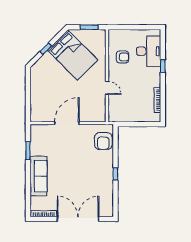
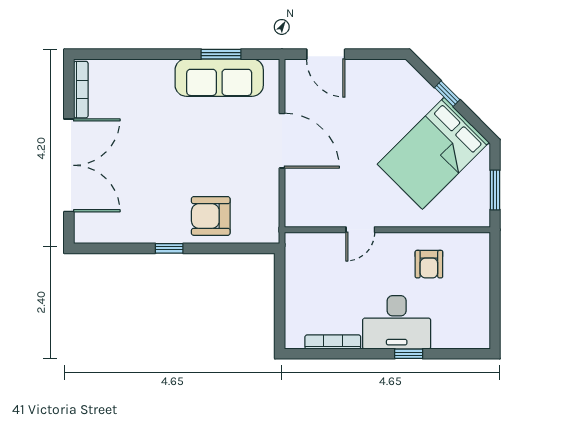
desk: (149, 51) -> (397, 322), moved
door: (28, 103) -> (326, 54), added
armchair: (103, 141) -> (211, 216), moved
sofa: (38, 176) -> (219, 78), moved

